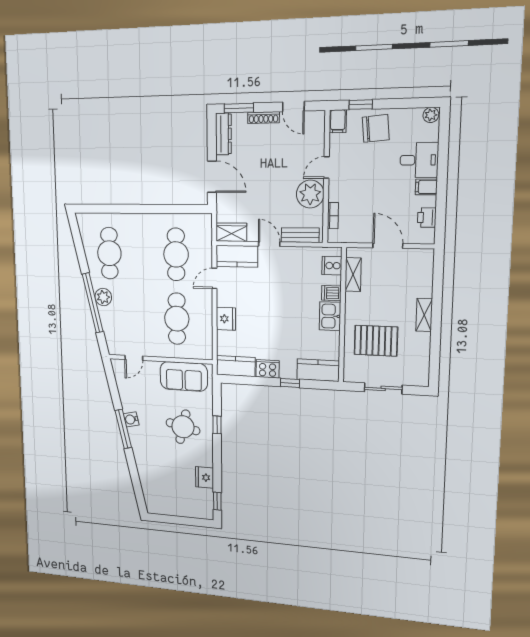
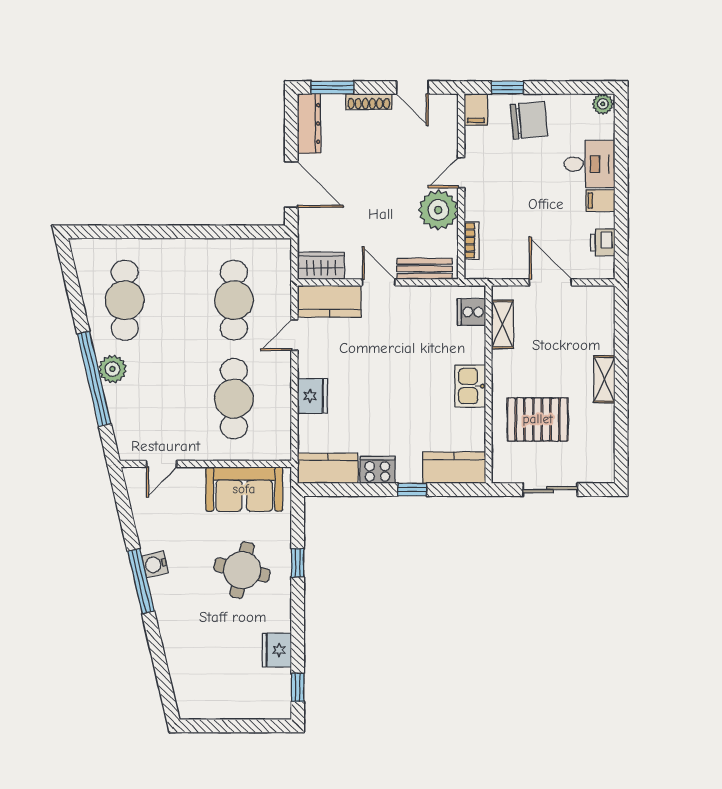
dishwasher: (331, 293) -> (472, 352), removed

